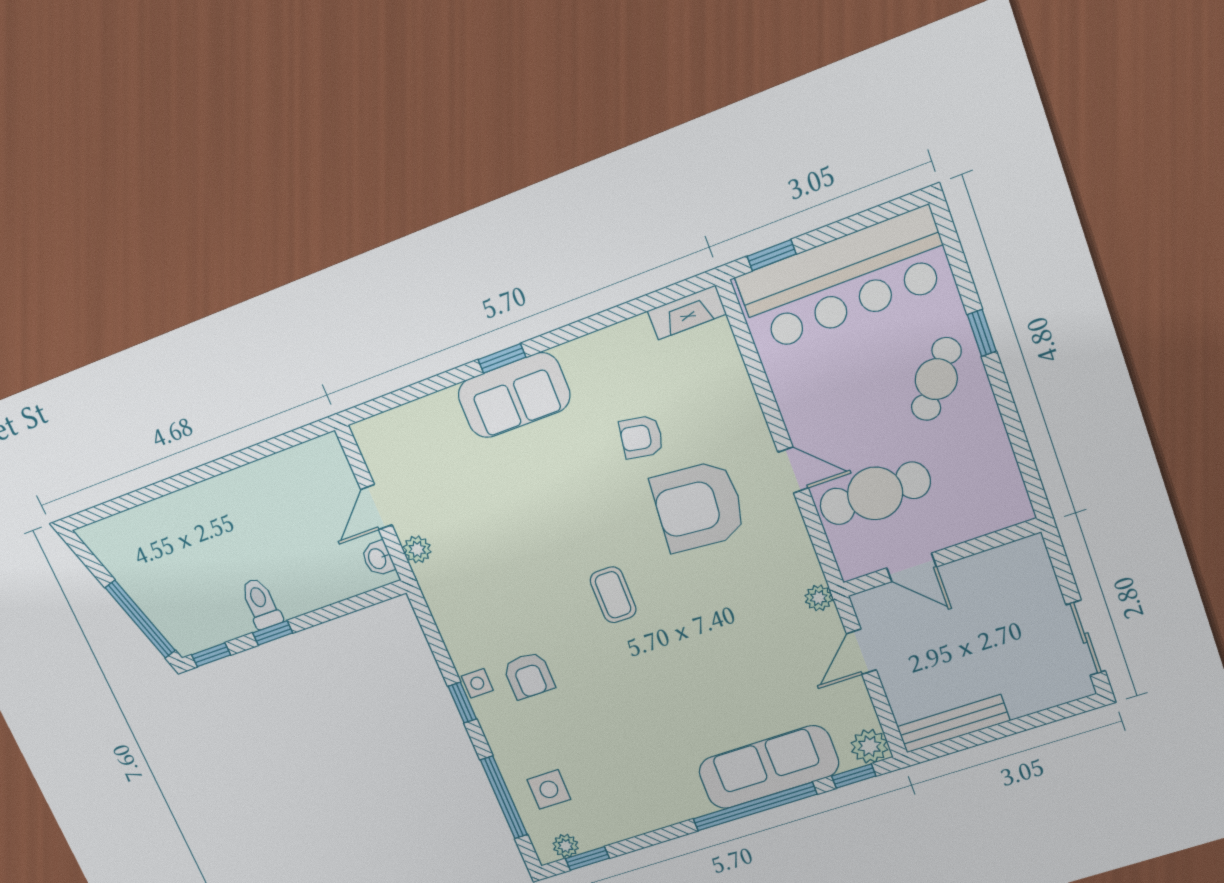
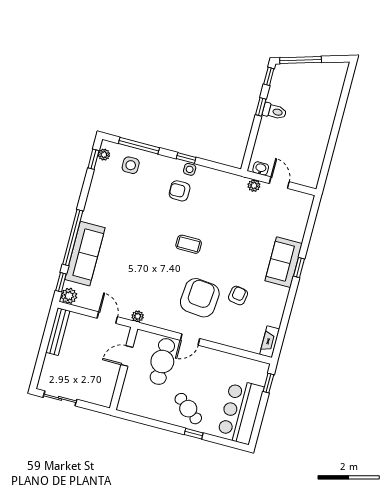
bar counter: (844, 280) -> (240, 412), width x0.73

